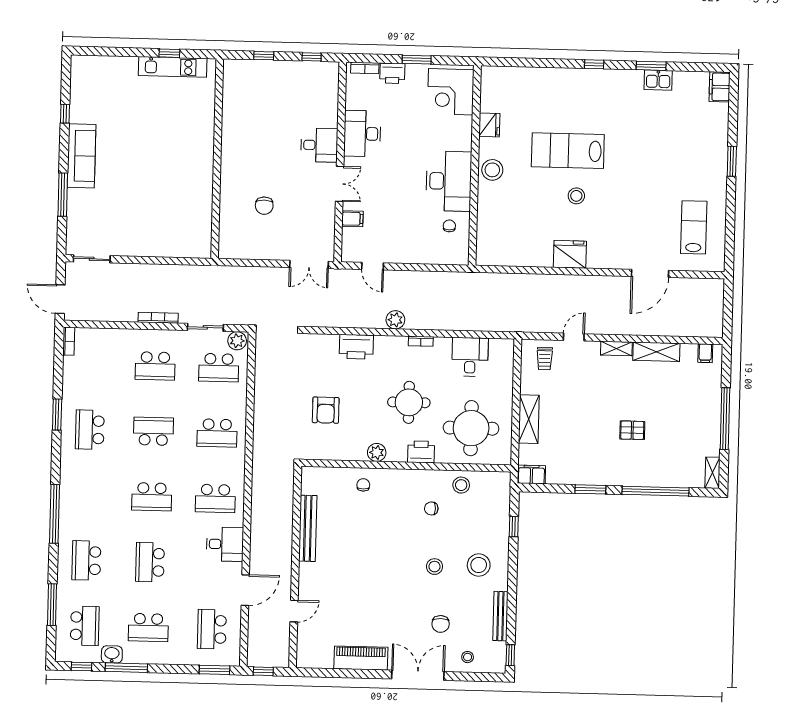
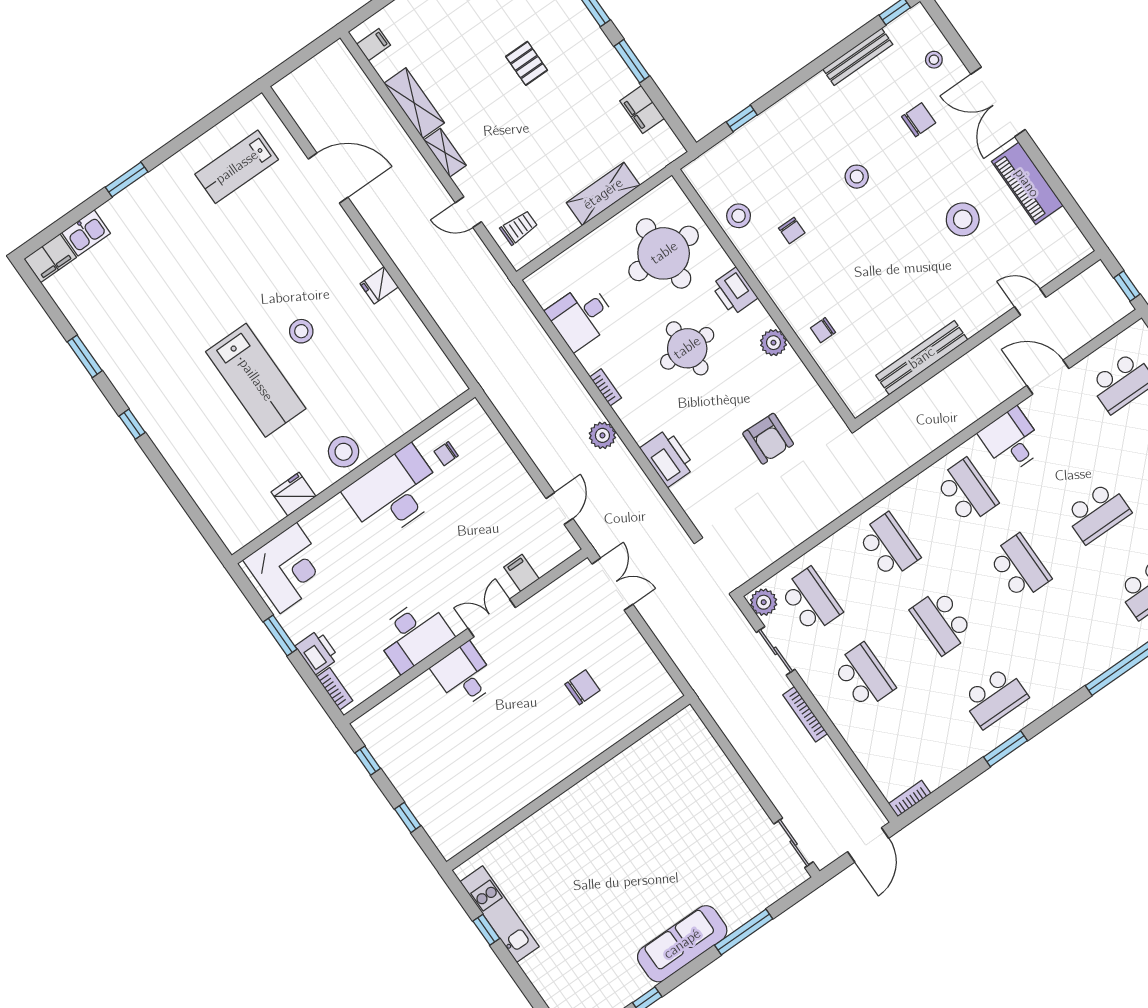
kitchen sink: (658, 80) -> (86, 233), moved, turned 90
fridge: (570, 254) -> (379, 285), width x0.53, depth x0.75
armchair: (326, 410) -> (768, 439), turned 92
filing cabinet: (531, 474) -> (642, 110), moved
stool: (479, 565) -> (963, 219), moved

